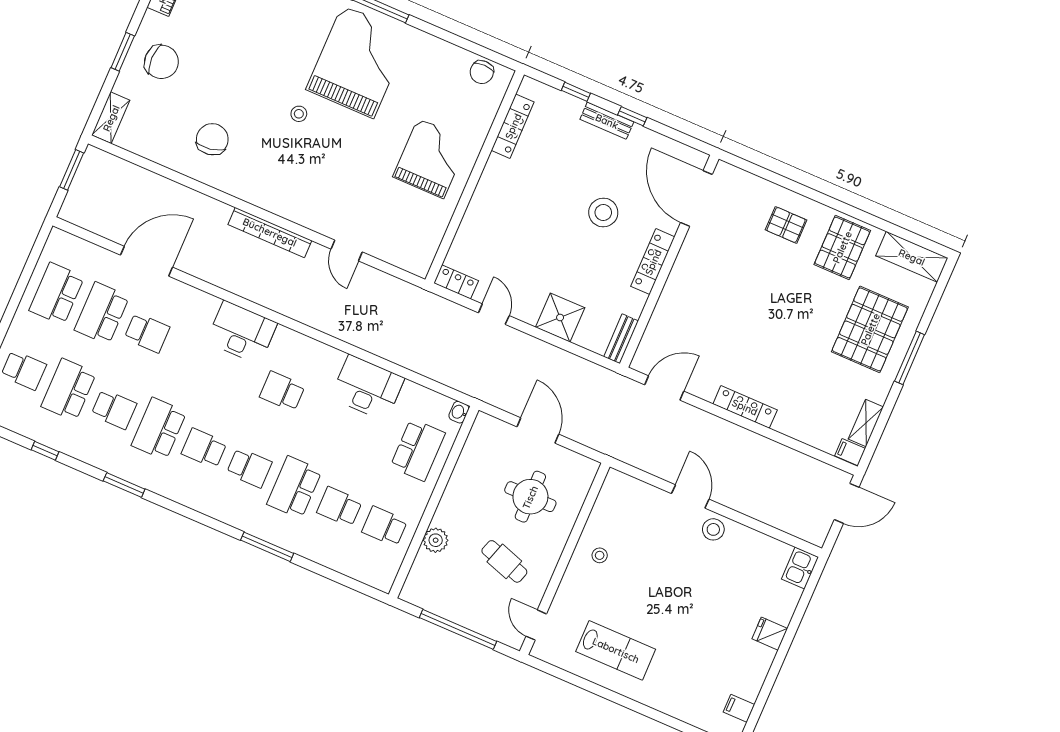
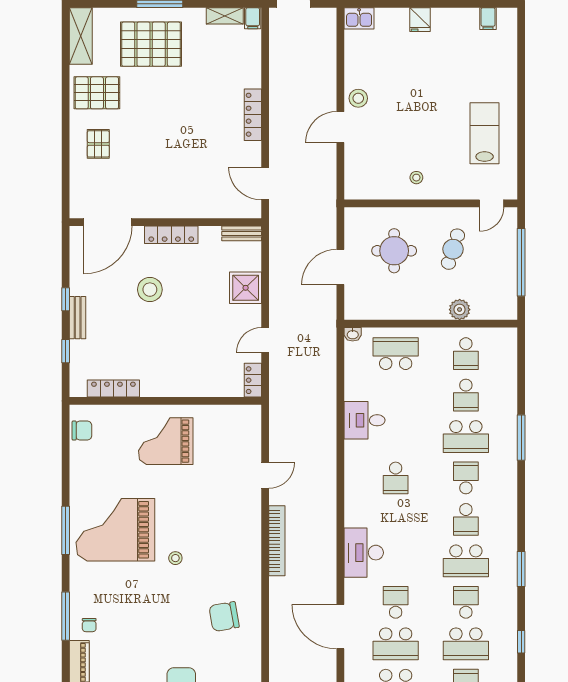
desk: (242, 332) -> (364, 553), moved
desk: (367, 388) -> (365, 420), width x0.73

